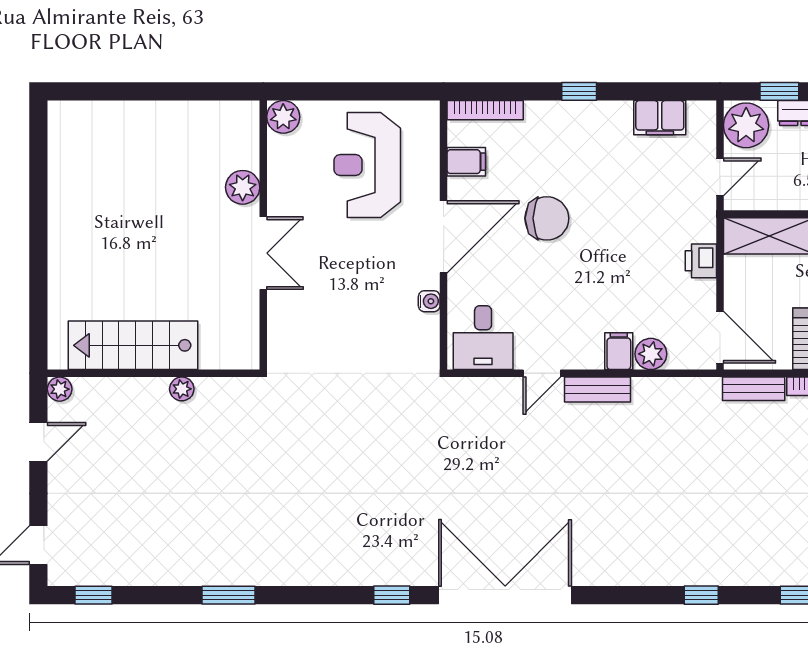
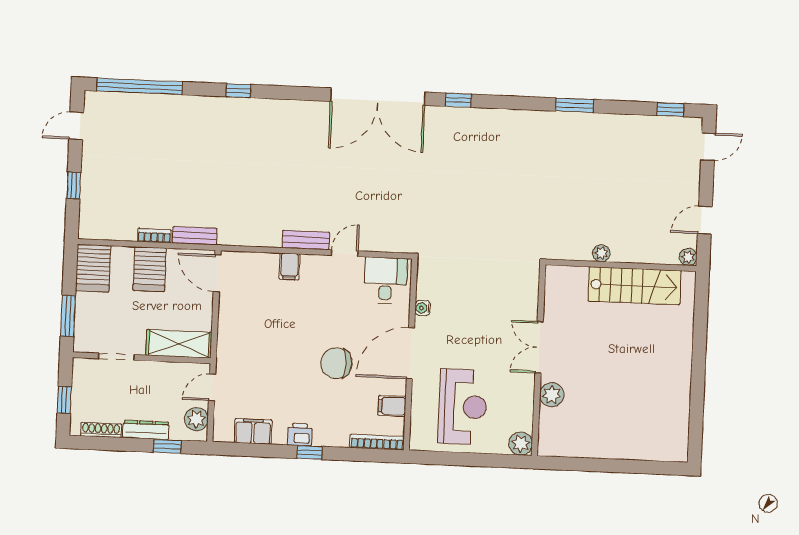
plant: (746, 125) -> (196, 419), width x0.73, depth x0.73
printer: (701, 261) -> (300, 435), moved, turned -90
plant: (651, 354) -> (267, 264), removed

